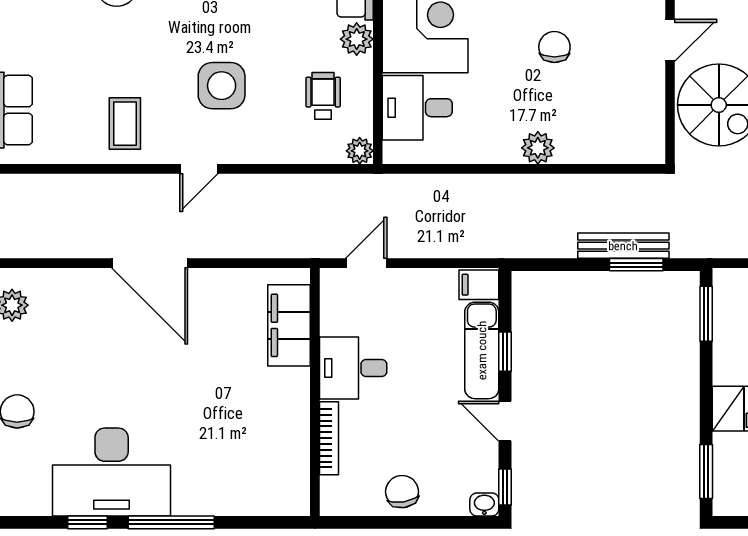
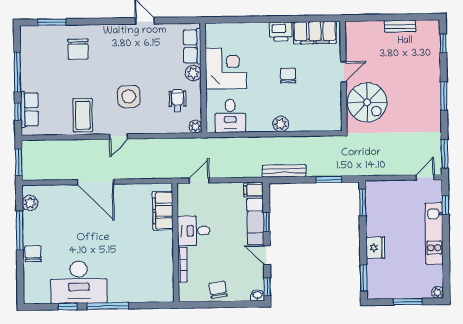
desk: (417, 108) -> (230, 116), moved, turned -90
coffee table: (125, 124) -> (83, 115), width x1.36, depth x1.30
bench: (623, 246) -> (284, 171), moved

